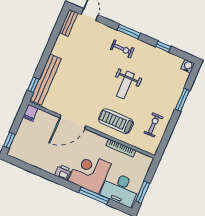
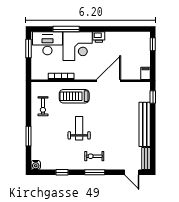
bench: (46, 80) -> (145, 124), moved
treadmill: (116, 121) -> (74, 96), turned 180

